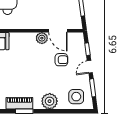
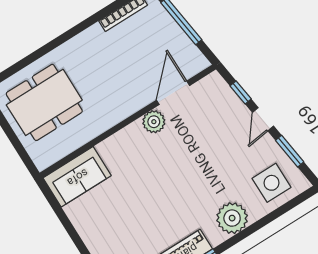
door: (58, 31) -> (173, 93), swing flipped
armchair: (61, 60) -> (209, 137), removed

